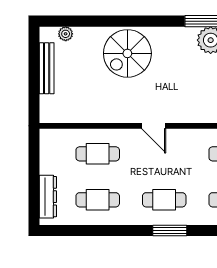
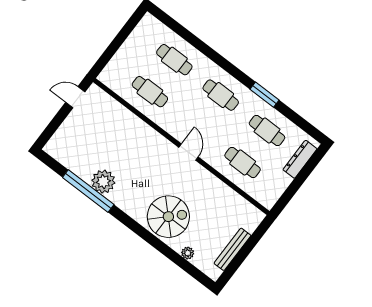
plant: (66, 34) -> (188, 253), moved
window: (170, 231) -> (265, 95), moved

